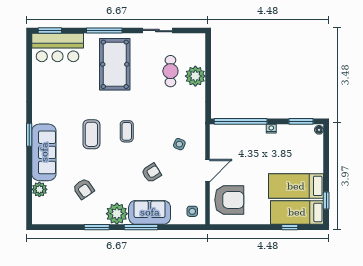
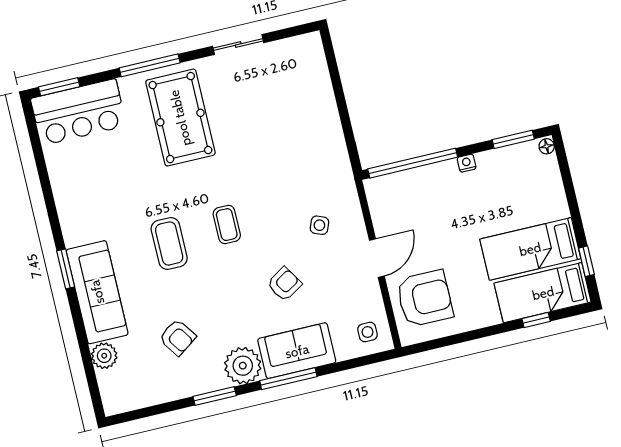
cafe table: (170, 71) -> (276, 107), removed
plant: (195, 76) -> (319, 106), removed

